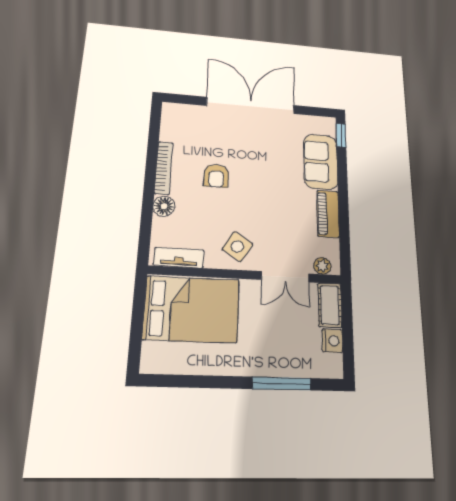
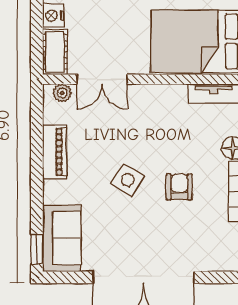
sofa: (321, 162) -> (62, 238), moved
side table: (237, 247) -> (128, 180), moved
double door: (285, 277) -> (102, 79), swing flipped

